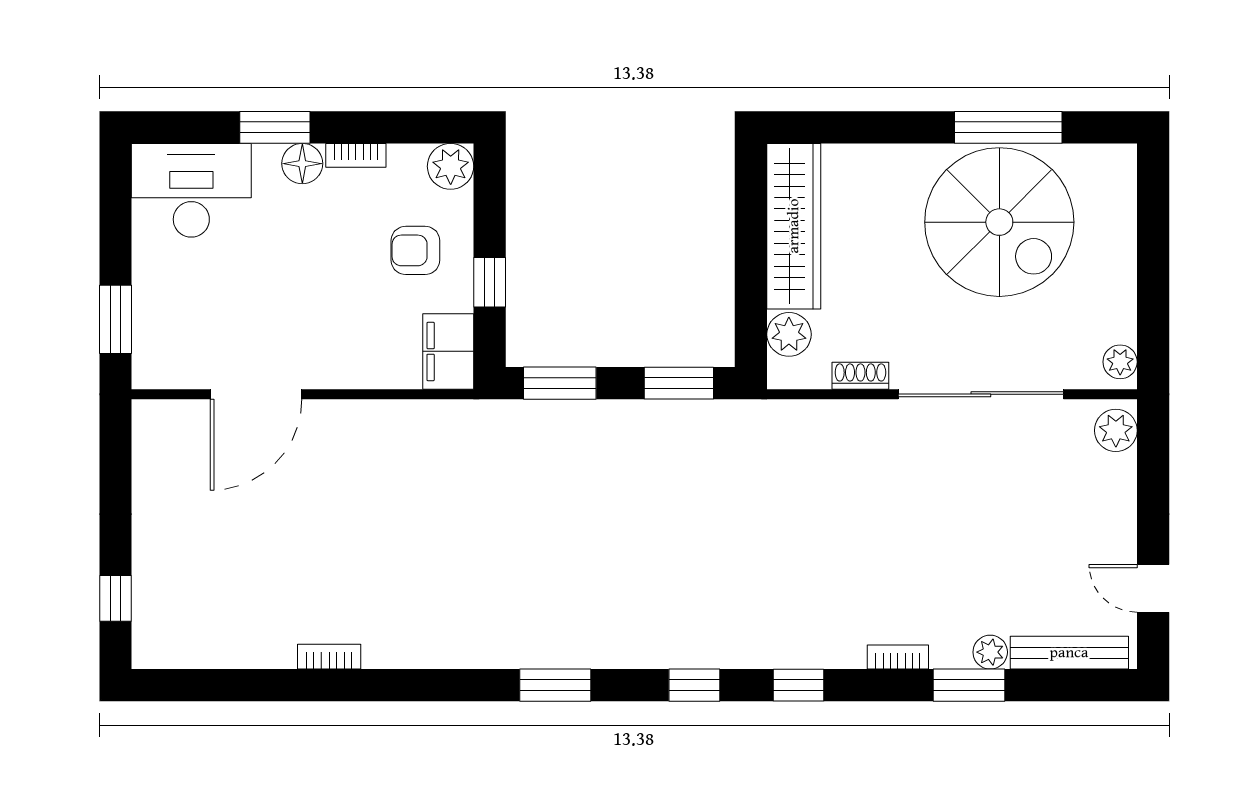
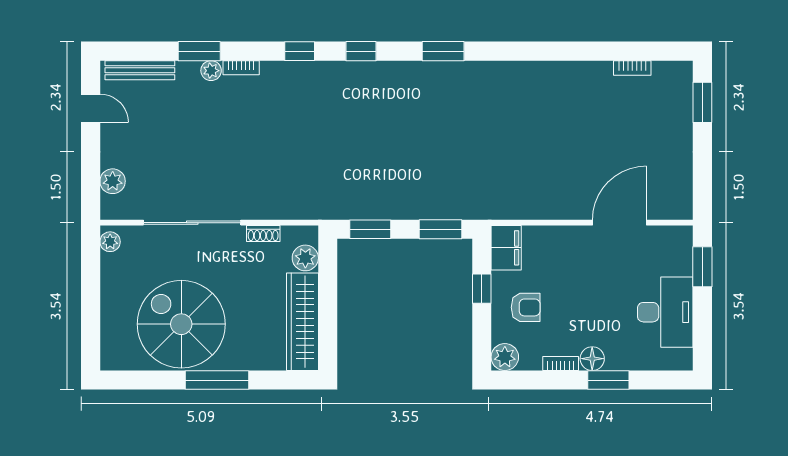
window: (1008, 127) -> (217, 380), moved
desk: (191, 190) -> (665, 312), moved, turned -90
plant: (1116, 430) -> (113, 181), moved
window: (115, 598) -> (702, 102), width x1.50
plant: (990, 652) -> (211, 71), moved
bookcase: (329, 657) -> (632, 68), moved

